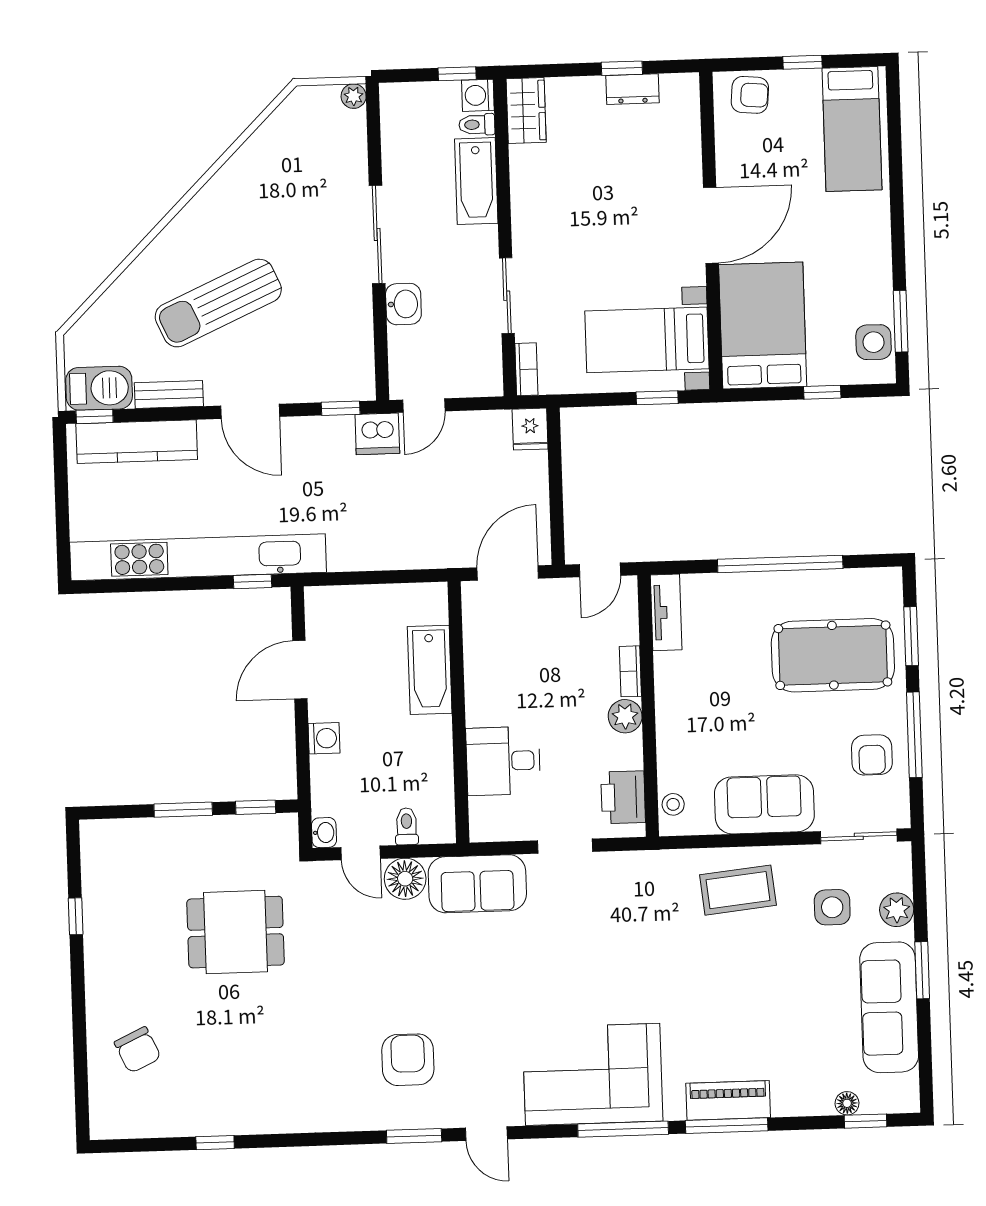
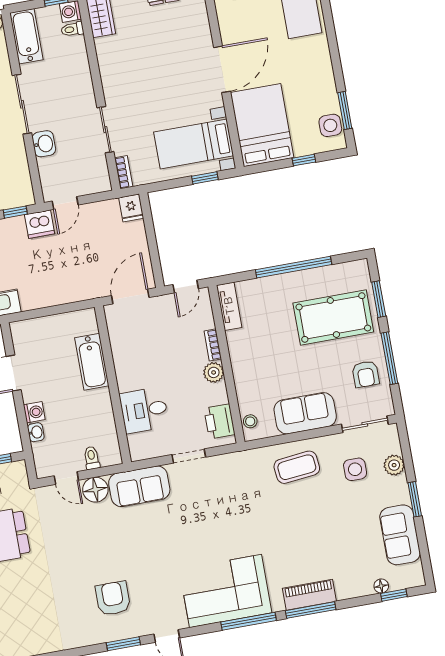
bathtub: (476, 181) -> (26, 36), moved, turned 180
washbasin: (324, 833) -> (36, 432), moved
sofa: (889, 1007) -> (400, 535), width x0.73

